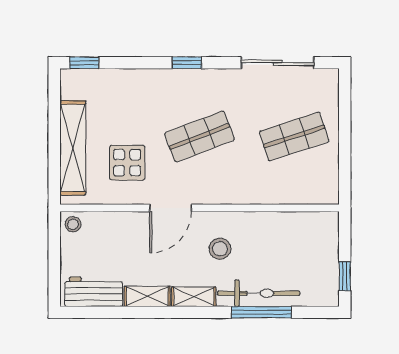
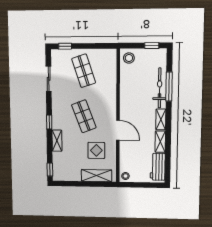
sliding door: (278, 63) -> (49, 79), width x0.73
shelving: (147, 79) -> (57, 141), added
window: (345, 98) -> (65, 46), added
shelving: (73, 148) -> (96, 176), width x0.68
stool: (220, 249) -> (129, 58), moved

